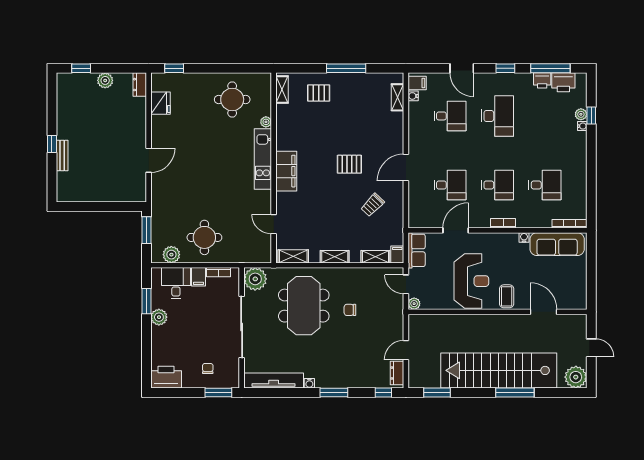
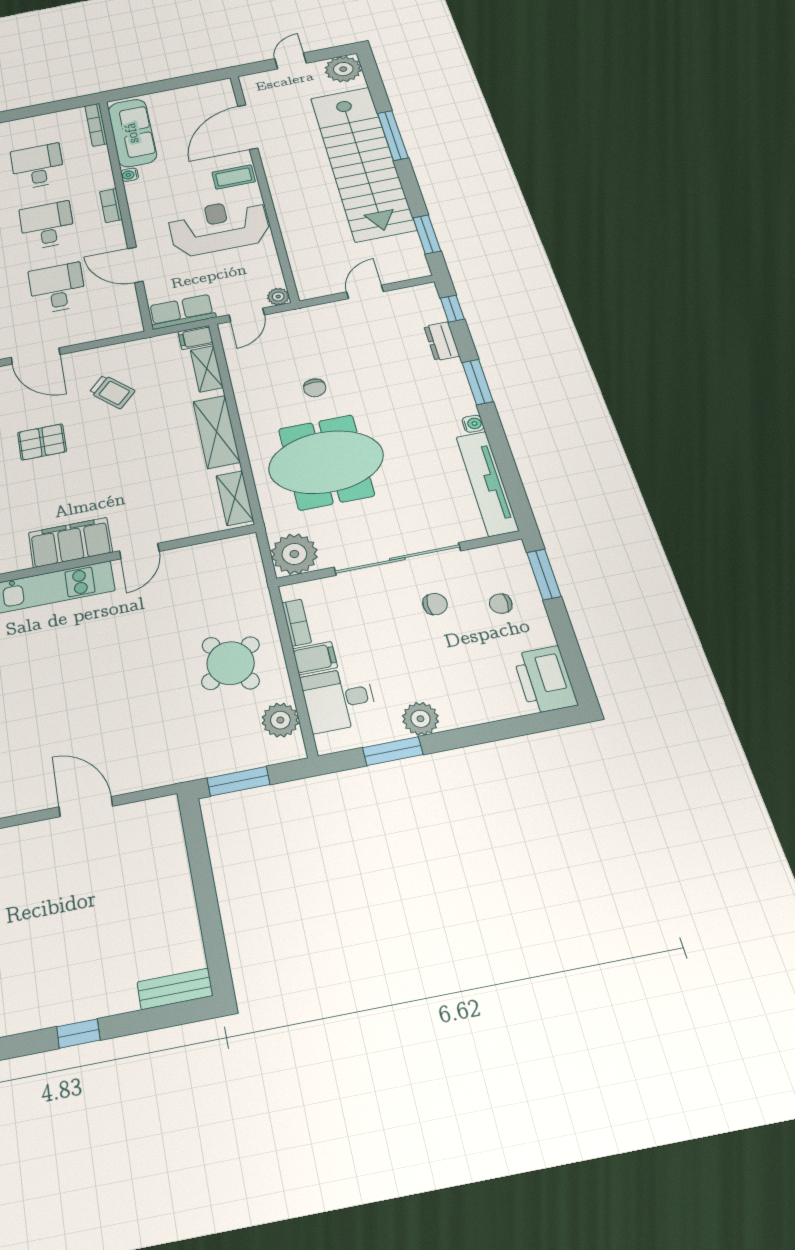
bench: (62, 155) -> (175, 989), moved
pallet: (349, 164) -> (42, 442), turned 90
door: (274, 224) -> (139, 551), moved
round table: (204, 237) -> (231, 663), turned -34
shelving: (335, 257) -> (216, 432), width x1.50, depth x1.33
door: (544, 312) -> (248, 127), width x1.36
chair: (214, 338) -> (435, 604), added
door: (406, 350) -> (365, 292), swing flipped
dresser: (397, 373) -> (442, 341), moved, turned 90

